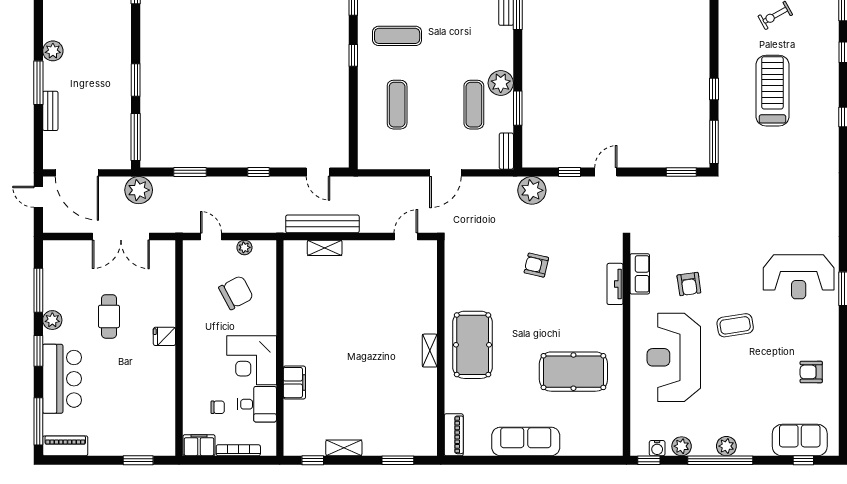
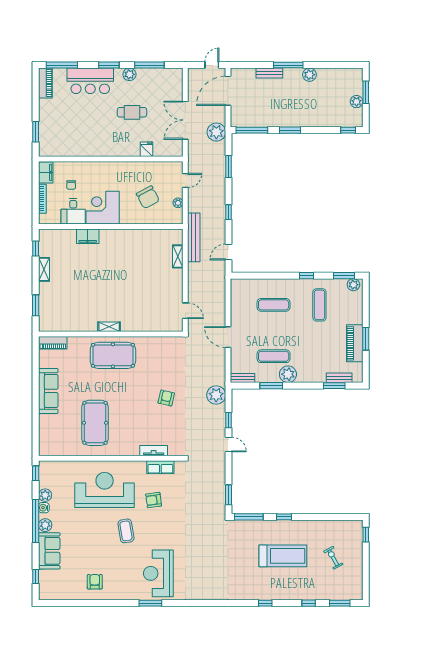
bench: (322, 224) -> (194, 237), moved
fridge: (164, 336) -> (147, 149), moved
sofa: (800, 440) -> (49, 551), moved
water cooler: (657, 448) -> (44, 508), moved

